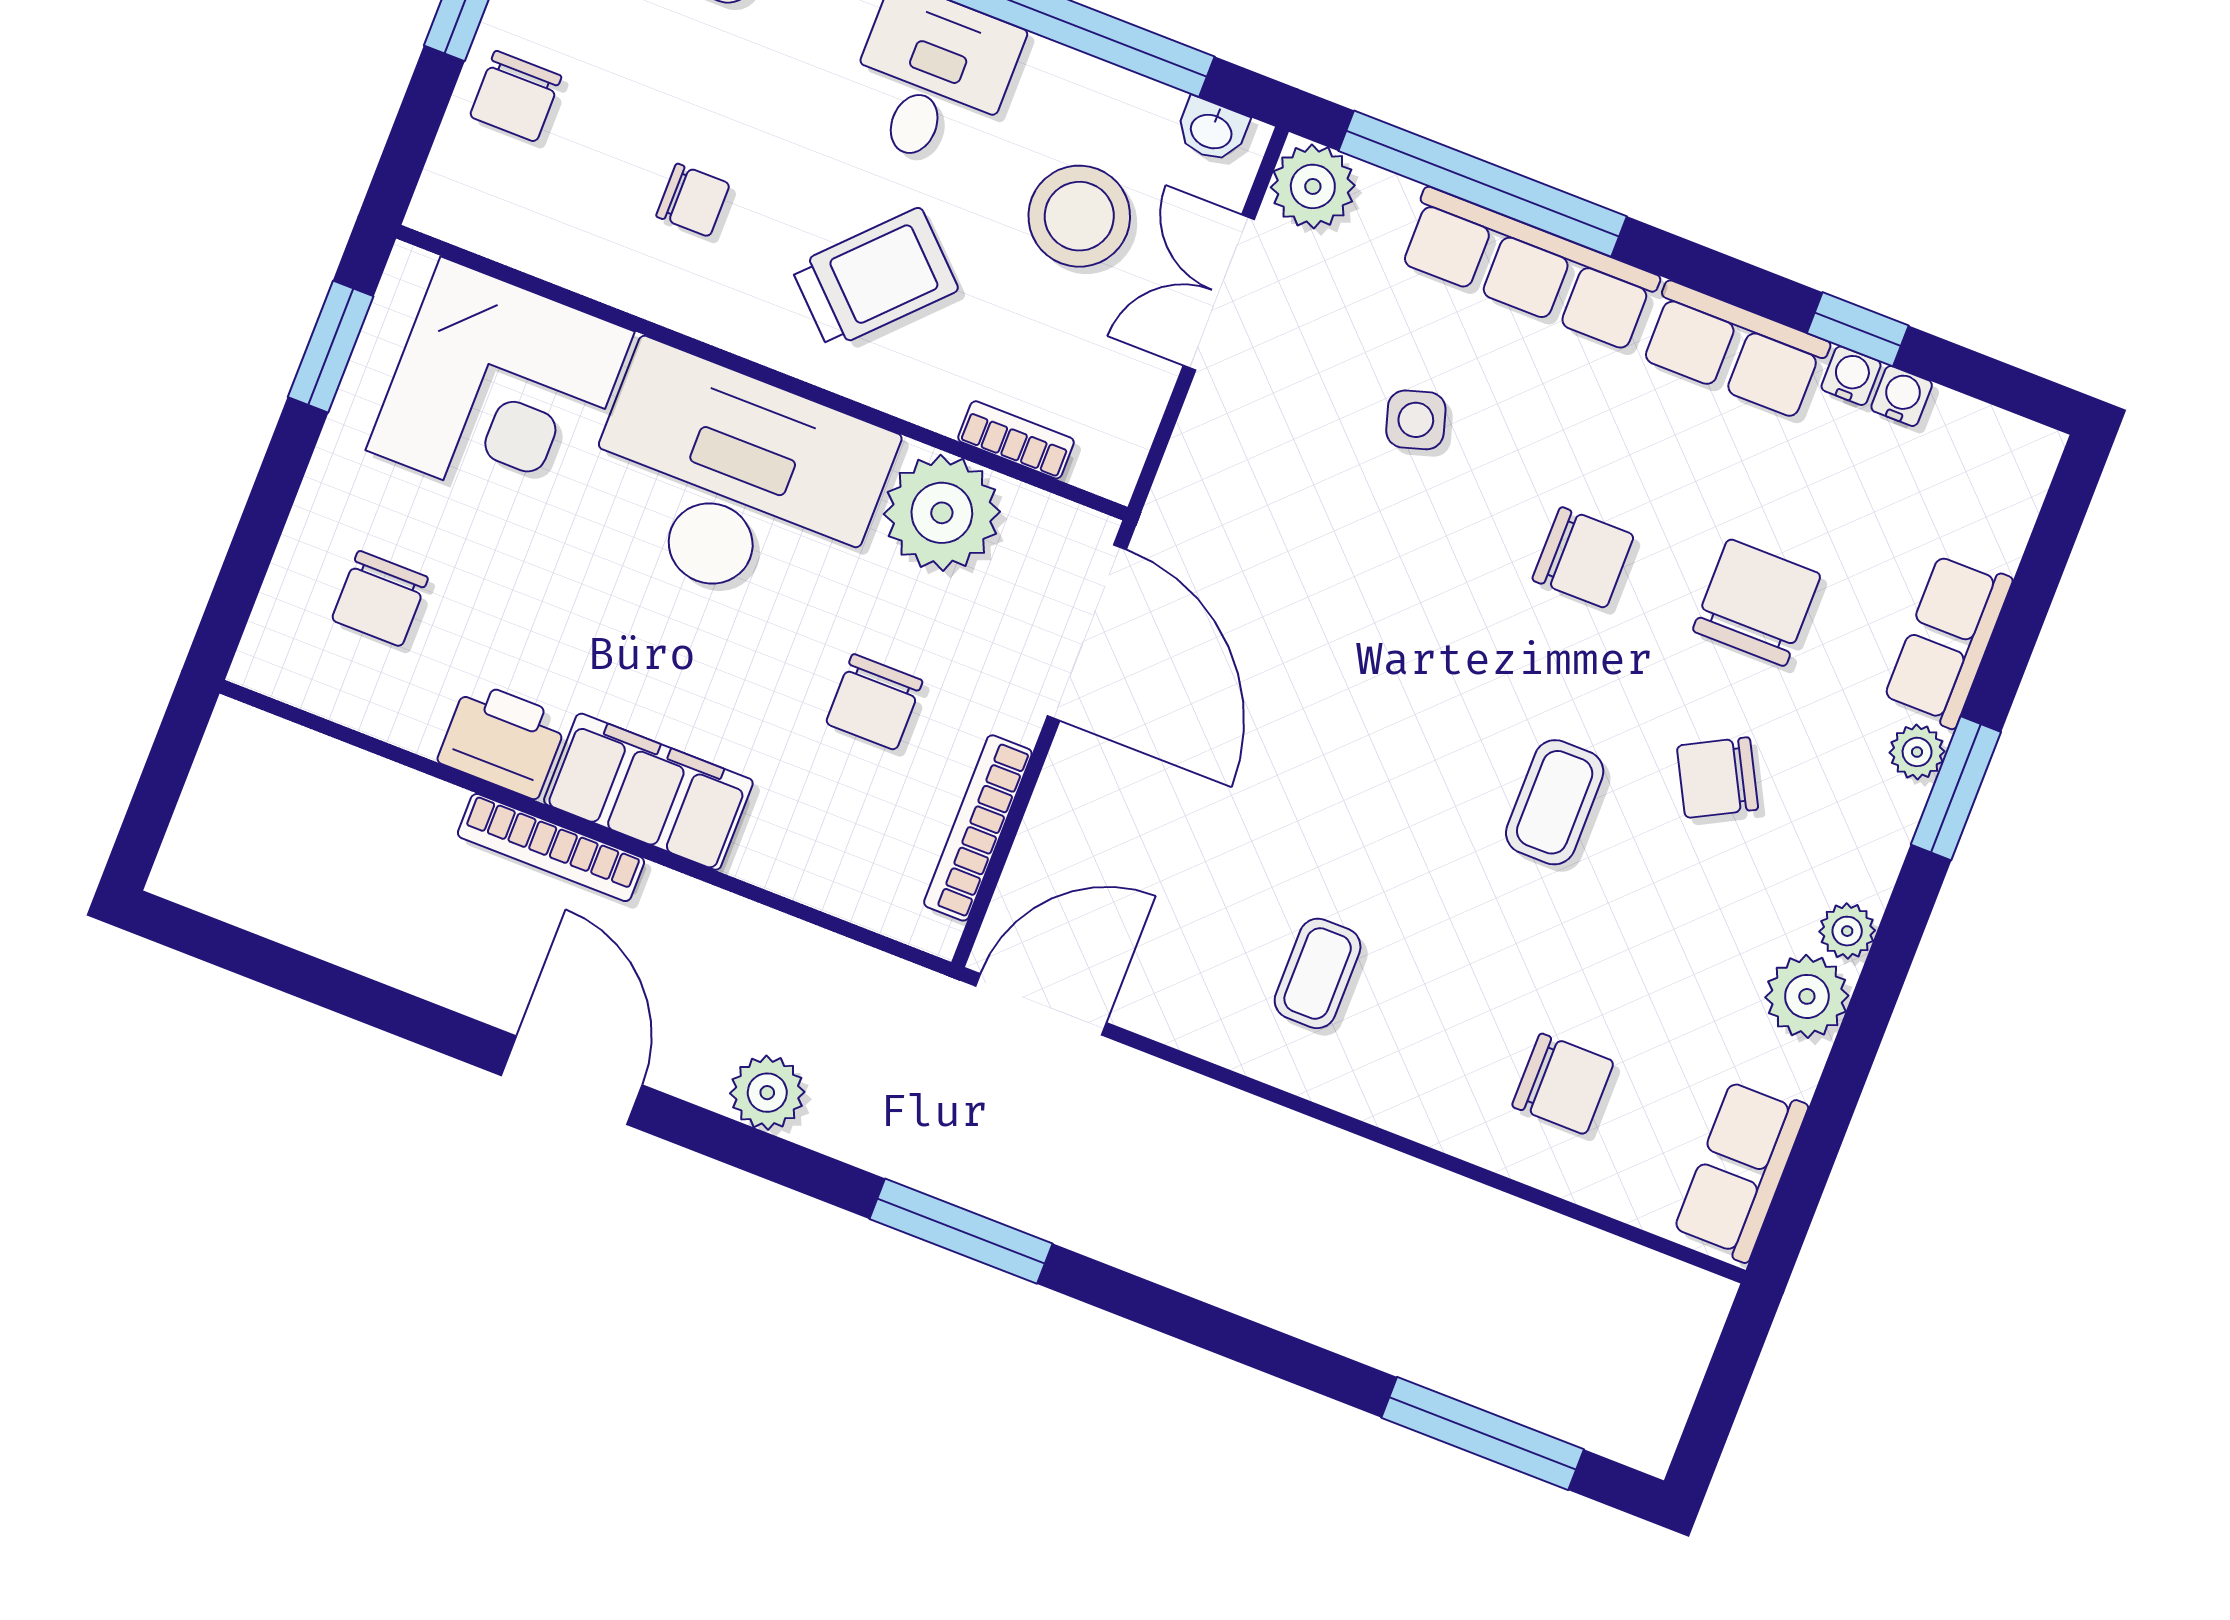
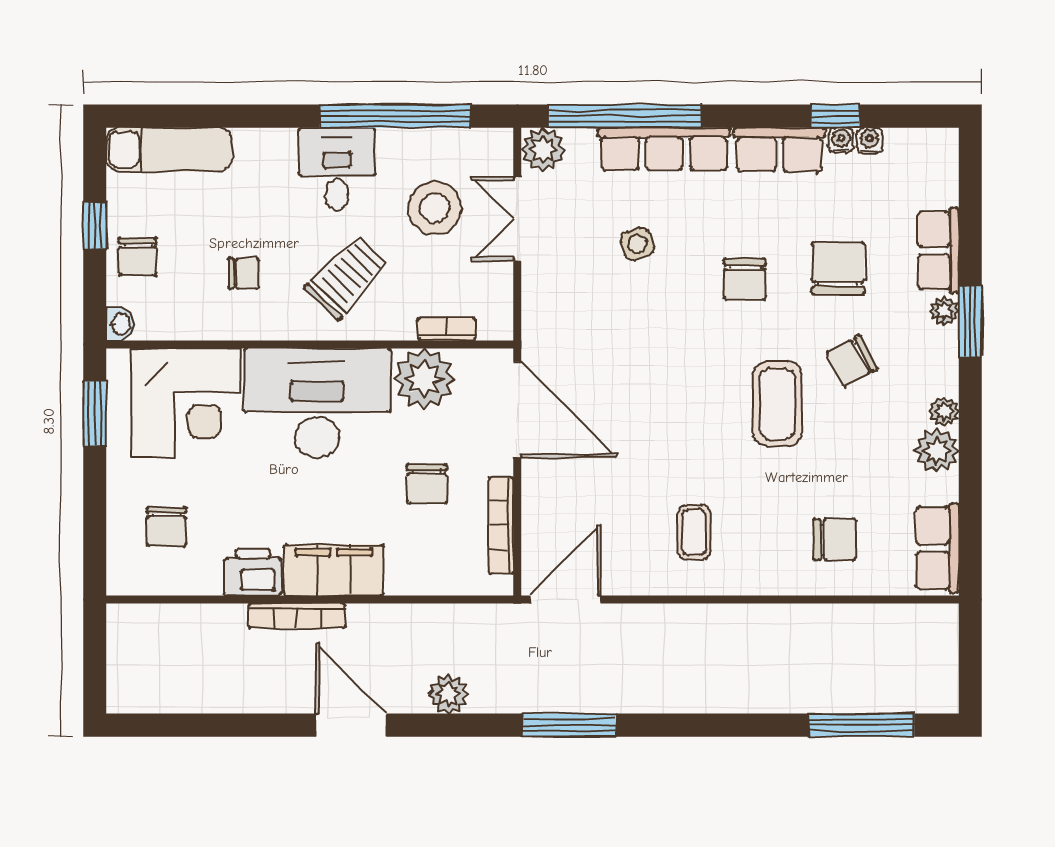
washbasin: (1212, 130) -> (120, 324), moved, turned -90
chair: (1583, 558) -> (745, 279), turned 90
coffee table: (1555, 802) -> (777, 404), width x1.36, depth x1.30

